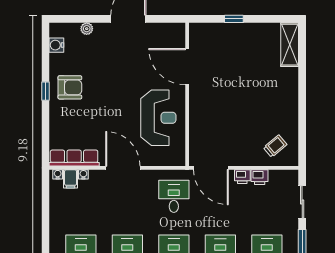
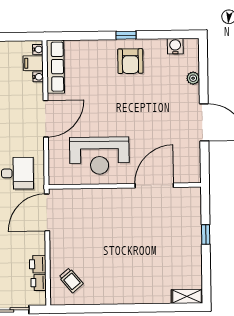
shelving: (290, 45) -> (187, 296), width x0.67, depth x0.75
printer: (242, 177) -> (39, 282), moved

